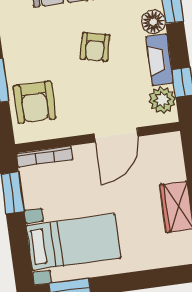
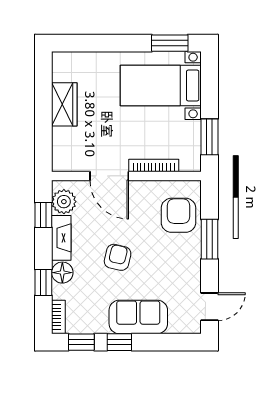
door: (116, 135) -> (109, 176), swing flipped
bookcase: (44, 157) -> (154, 165), moved

